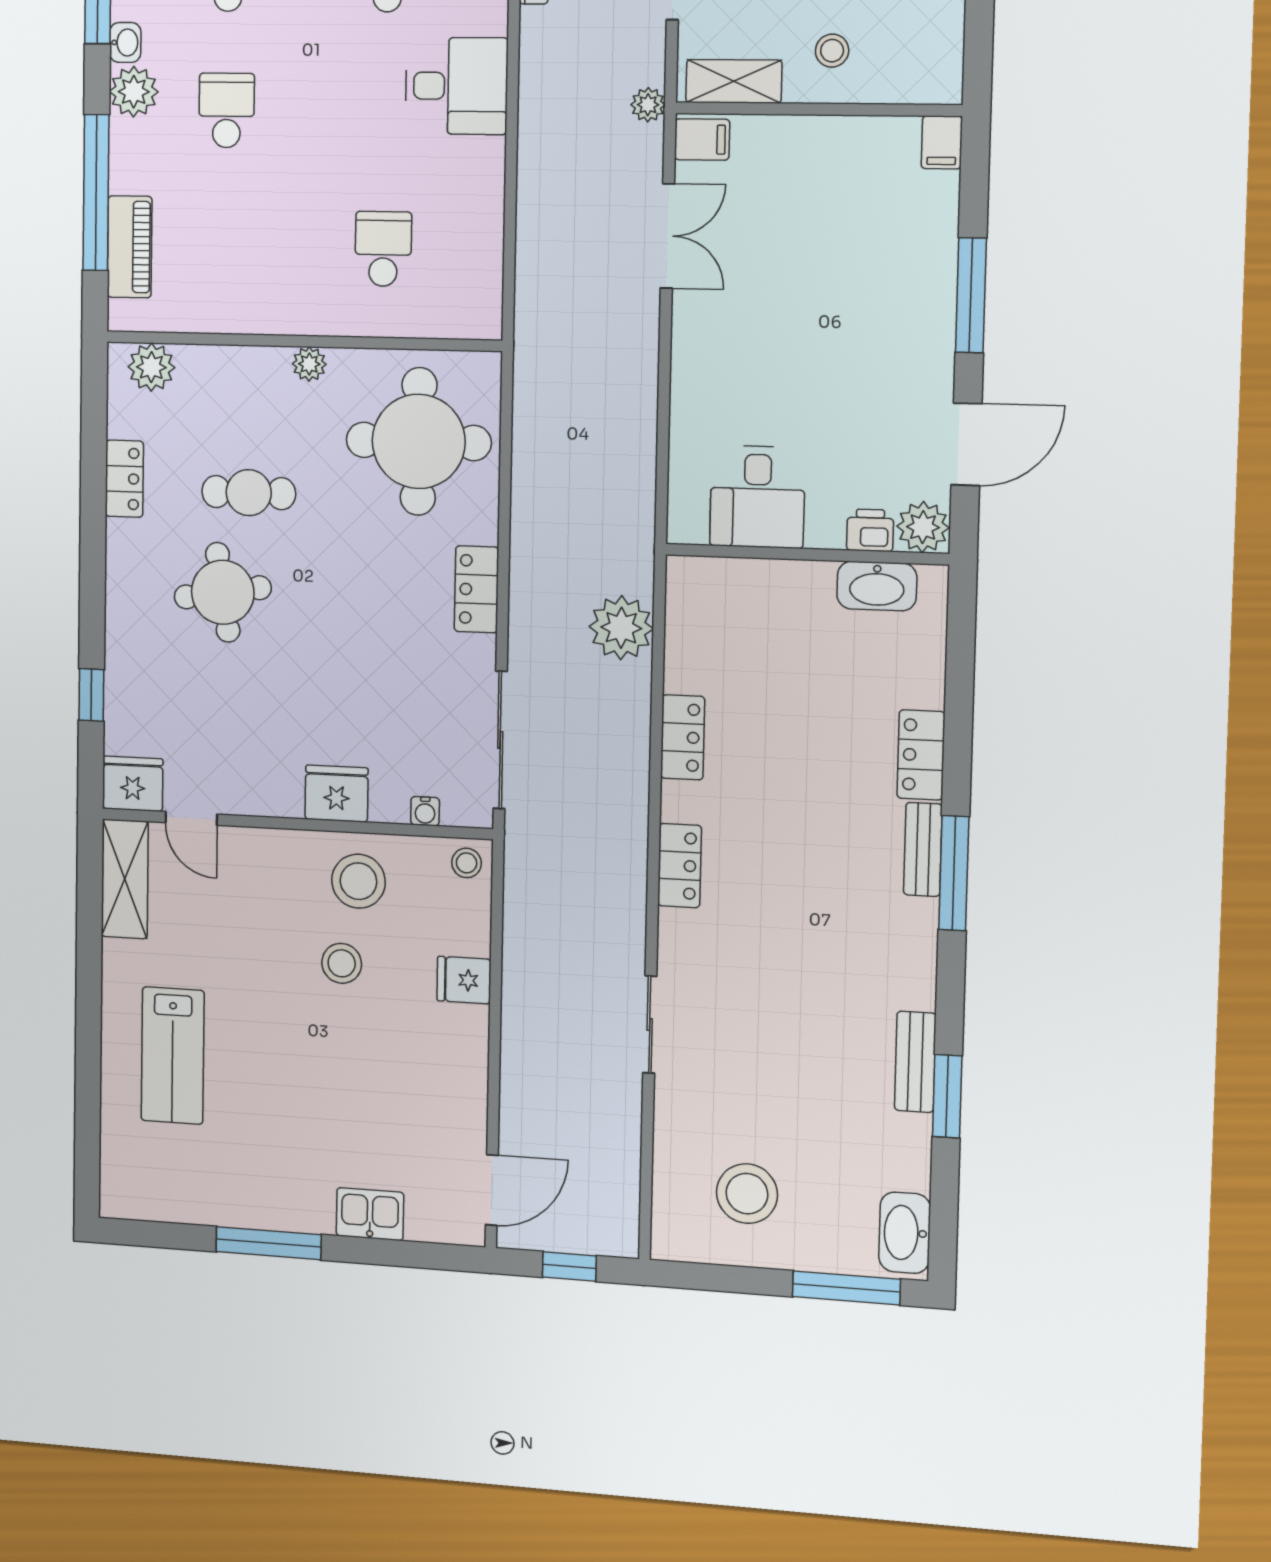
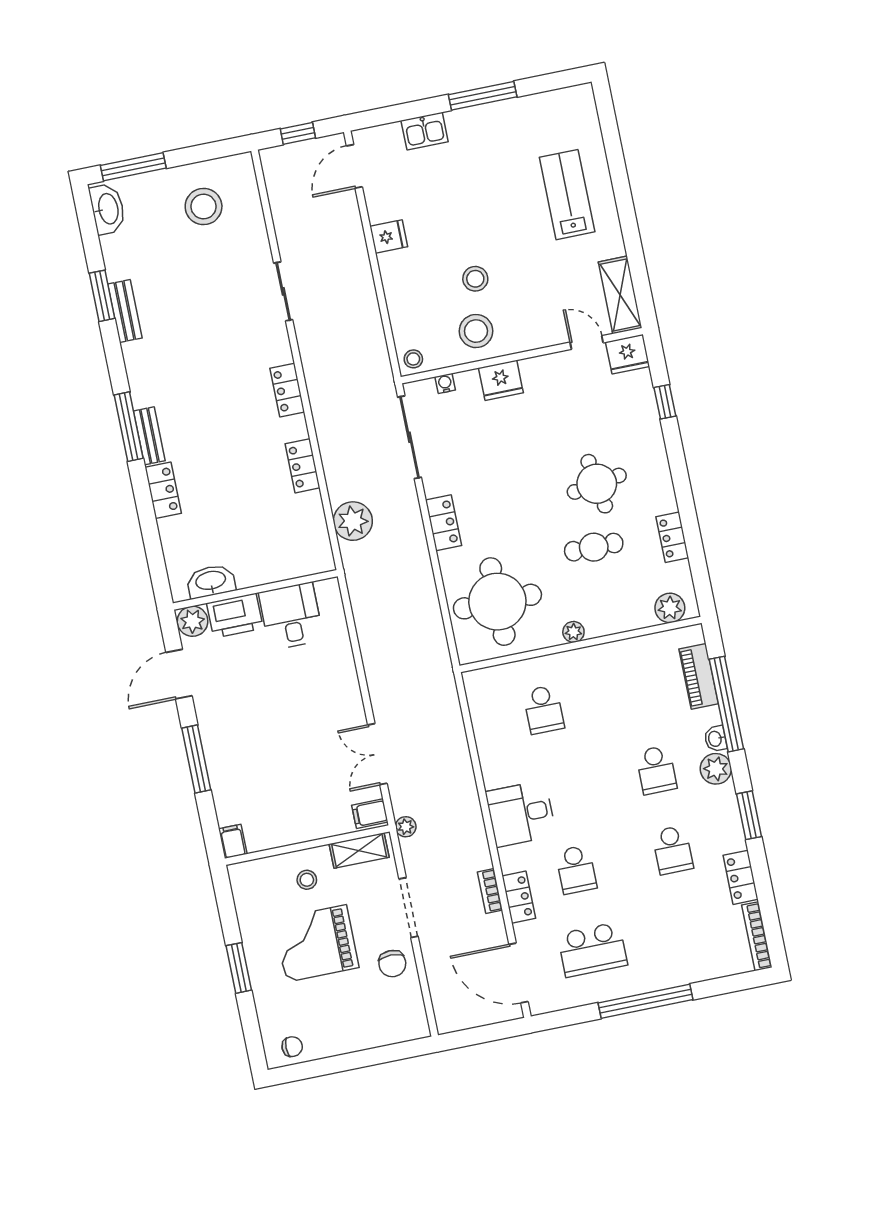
washbasin: (125, 42) -> (715, 739), moved
printer: (870, 530) -> (235, 616), width x1.87, depth x1.48
fridge: (464, 980) -> (389, 237), moved

